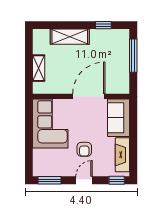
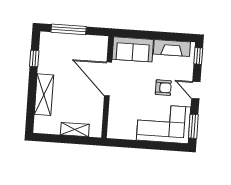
corner sofa: (50, 123) -> (164, 124), moved

